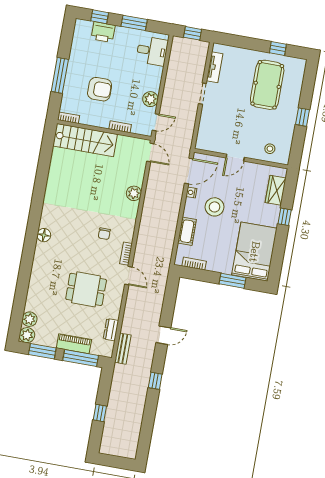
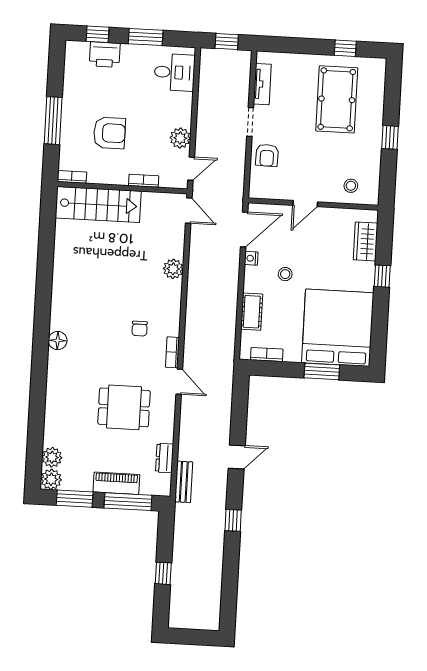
armchair: (212, 119) -> (267, 155), added
stool: (215, 207) -> (285, 274), width x0.53, depth x0.53
bed: (254, 252) -> (338, 328), width x1.36

